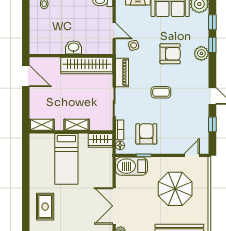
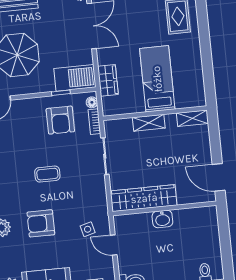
piano: (122, 72) -> (99, 194), removed
wardrobe: (101, 140) -> (108, 80), moved, turned 90

